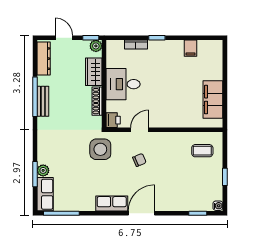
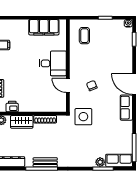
desk: (123, 84) -> (53, 63), moved, turned -90
printer: (113, 120) -> (12, 107), moved

